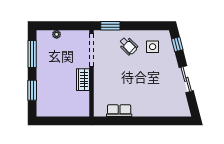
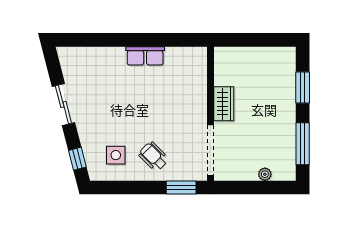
row of seats: (119, 111) -> (145, 56), moved

